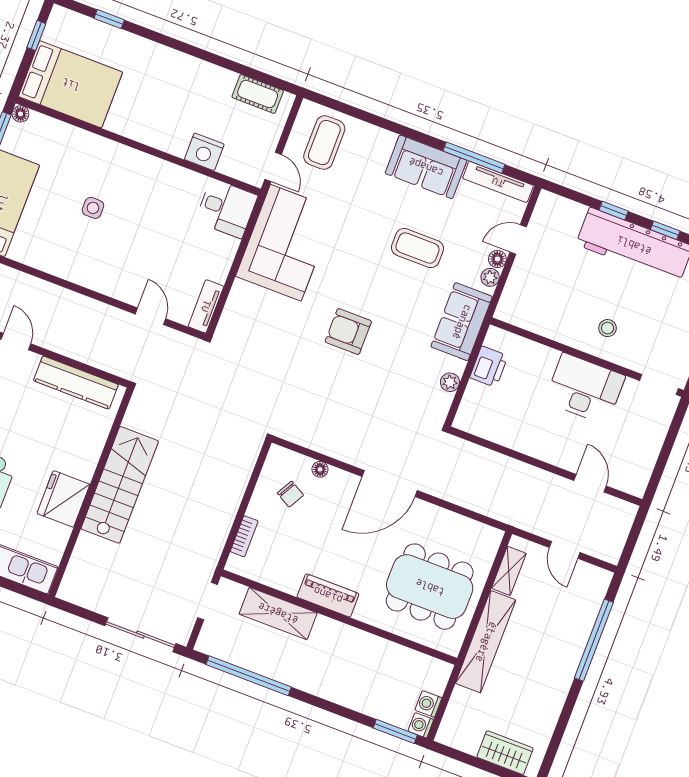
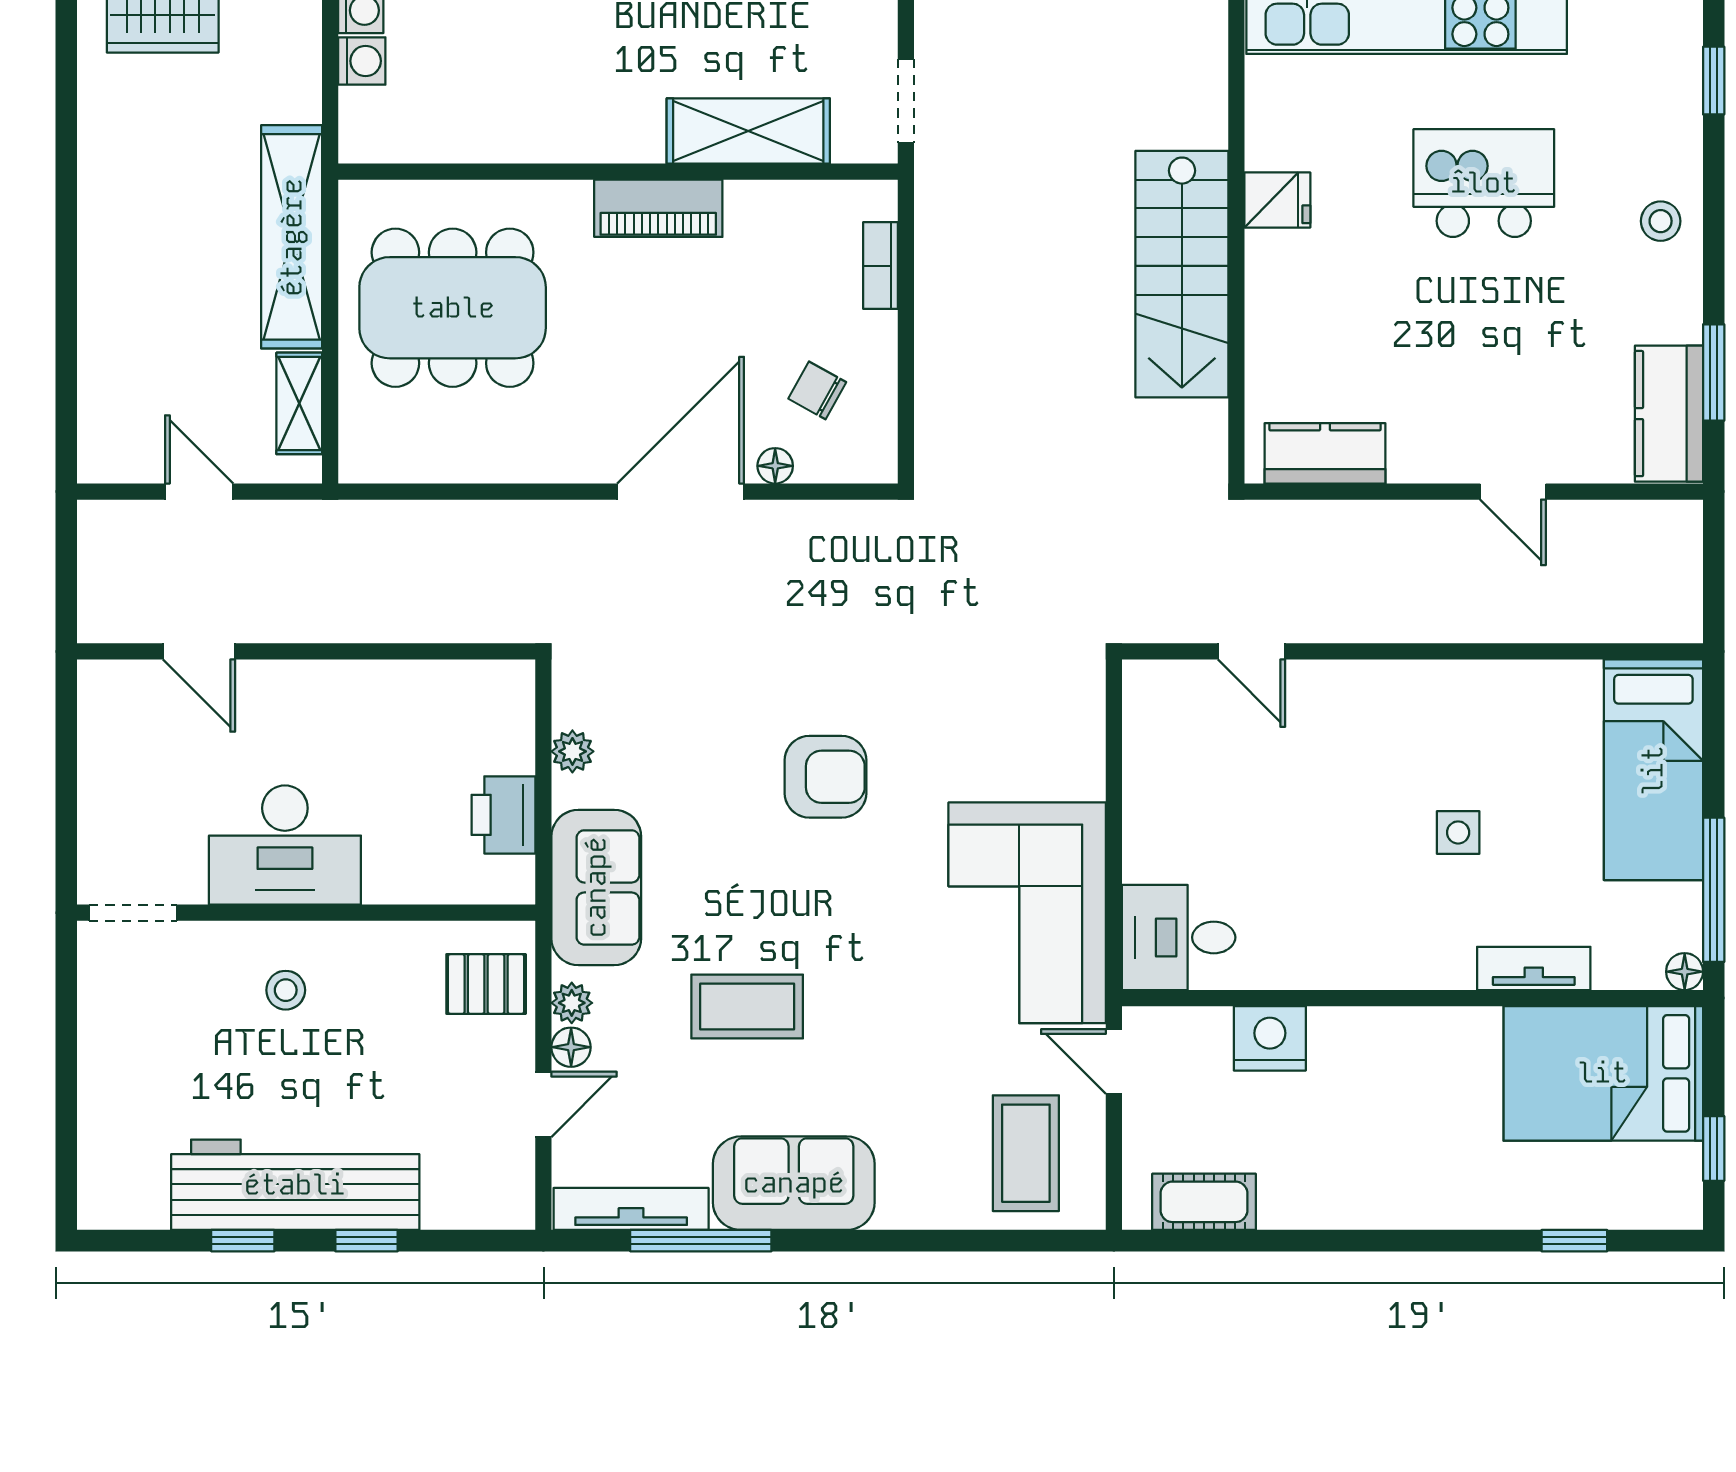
pallet: (523, 299) -> (486, 984), added
tv unit: (206, 306) -> (1534, 968), moved, turned -90
kitchen counter: (76, 383) -> (1325, 453), width x0.67
door: (390, 484) -> (681, 492), moved
fridge: (63, 499) -> (1277, 200), width x0.53, depth x0.75
window: (594, 640) -> (66, 326), removed

